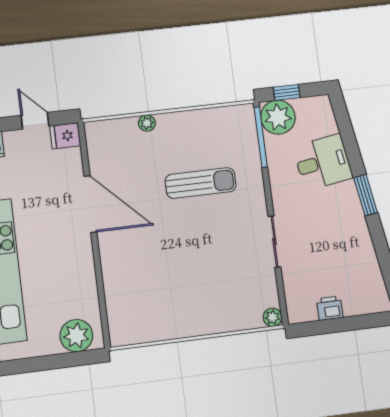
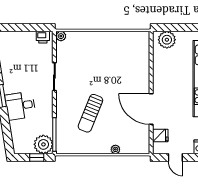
fridge: (65, 136) -> (160, 136), moved
desk: (323, 162) -> (20, 106), moved
sun lounger: (201, 183) -> (90, 113), turned -68
printer: (330, 308) -> (43, 37), moved

